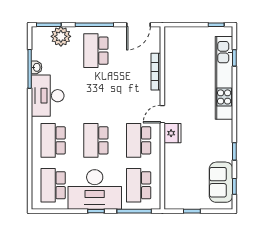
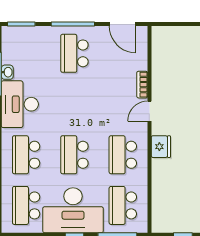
door: (138, 25) -> (123, 24), hinge flipped
plant: (61, 36) -> (35, 37), removed
bookcase: (156, 72) -> (142, 85), width x0.64
door: (162, 114) -> (149, 111), moved

